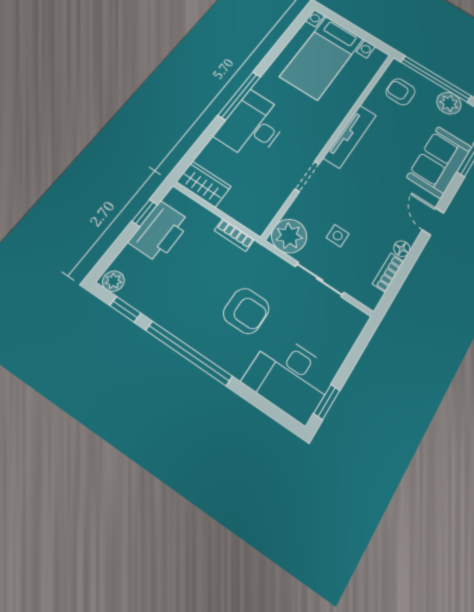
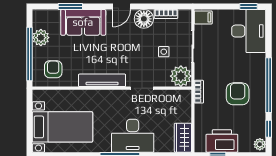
armchair: (401, 92) -> (53, 69), turned 180
bookcase: (234, 235) -> (199, 92), moved
floor lamp: (402, 249) -> (144, 19), width x1.89, depth x1.89
armchair: (246, 311) -> (238, 94), moved
filing cabinet: (352, 322) -> (203, 17), added

